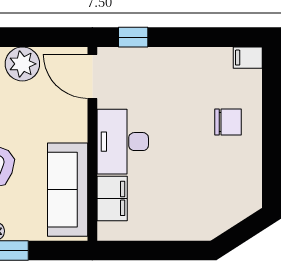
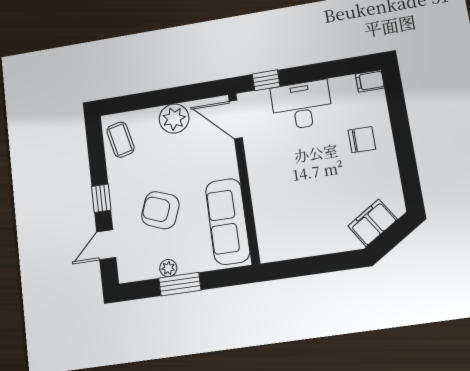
desk: (123, 142) -> (302, 105), moved, turned 90
filing cabinet: (112, 198) -> (373, 223), moved, turned -123

